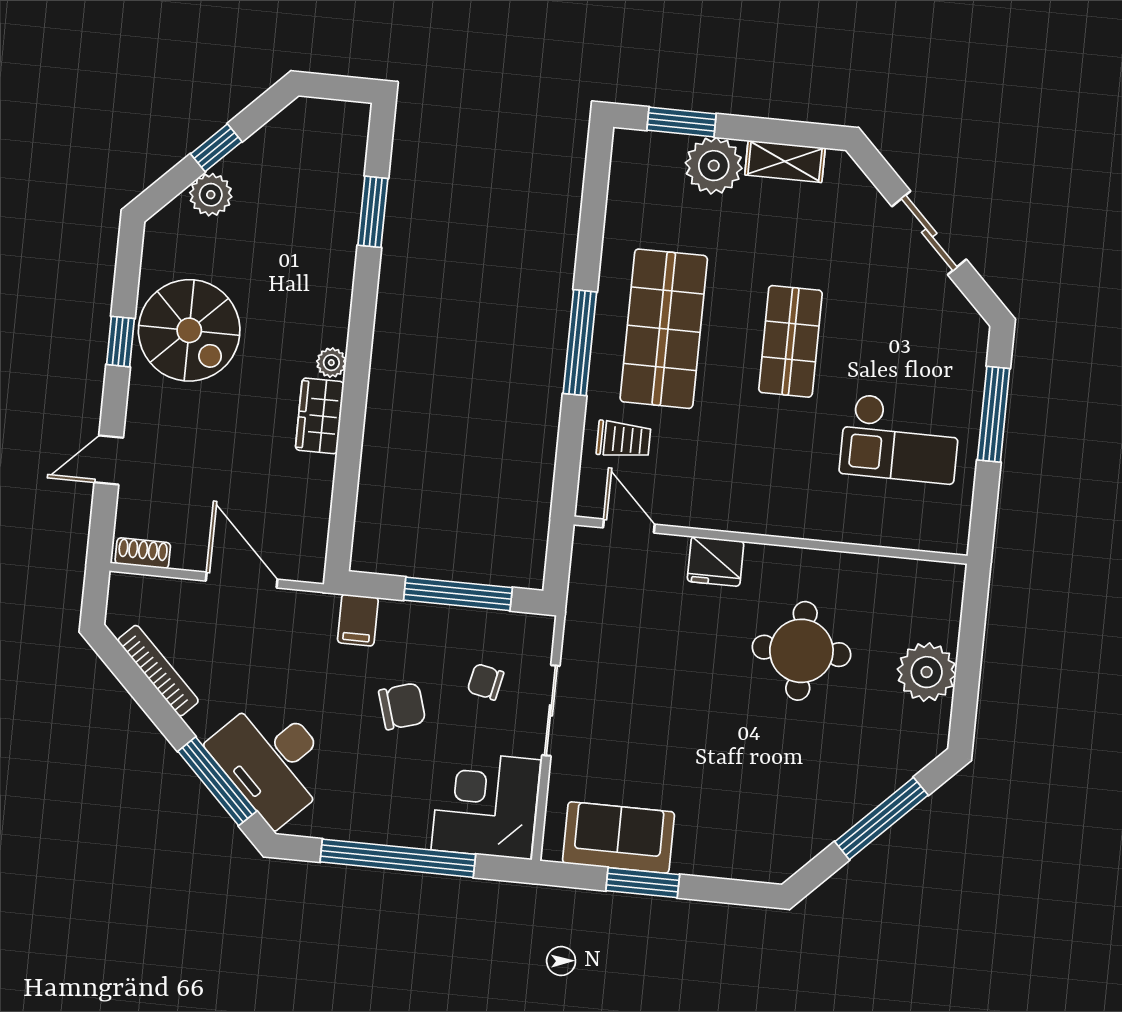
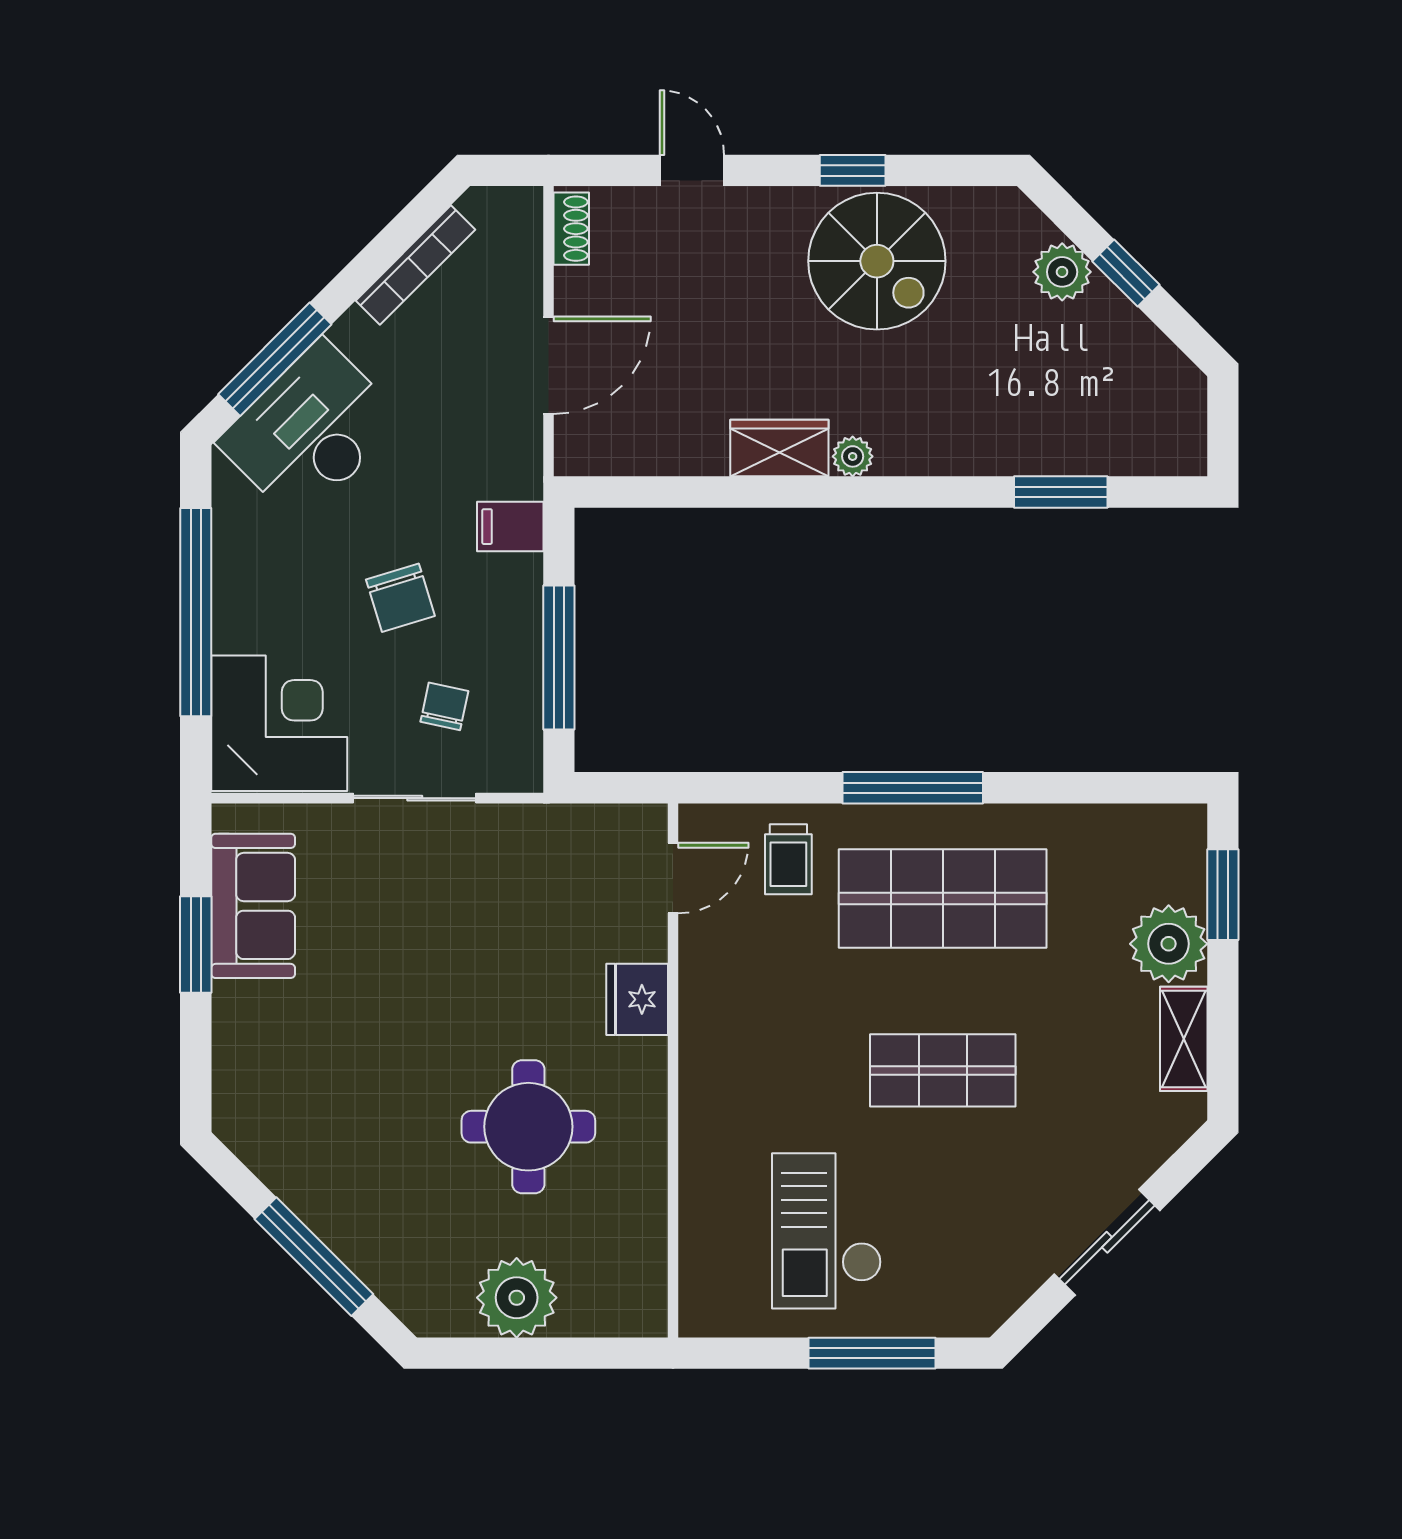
spiral stairs: (189, 330) -> (877, 261), turned -90

